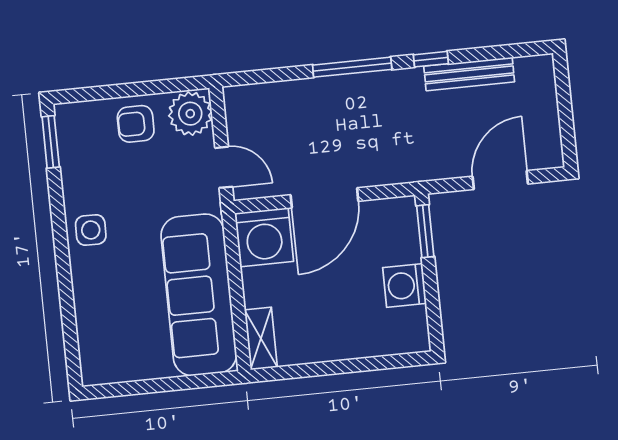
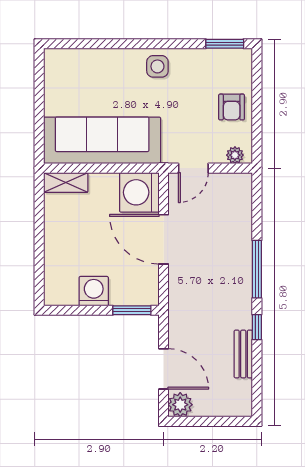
bench: (469, 74) -> (243, 354), width x0.73
plant: (190, 114) -> (235, 155), width x0.53, depth x0.53
armchair: (136, 124) -> (232, 107), turned 180
plant: (547, 152) -> (180, 405), added

